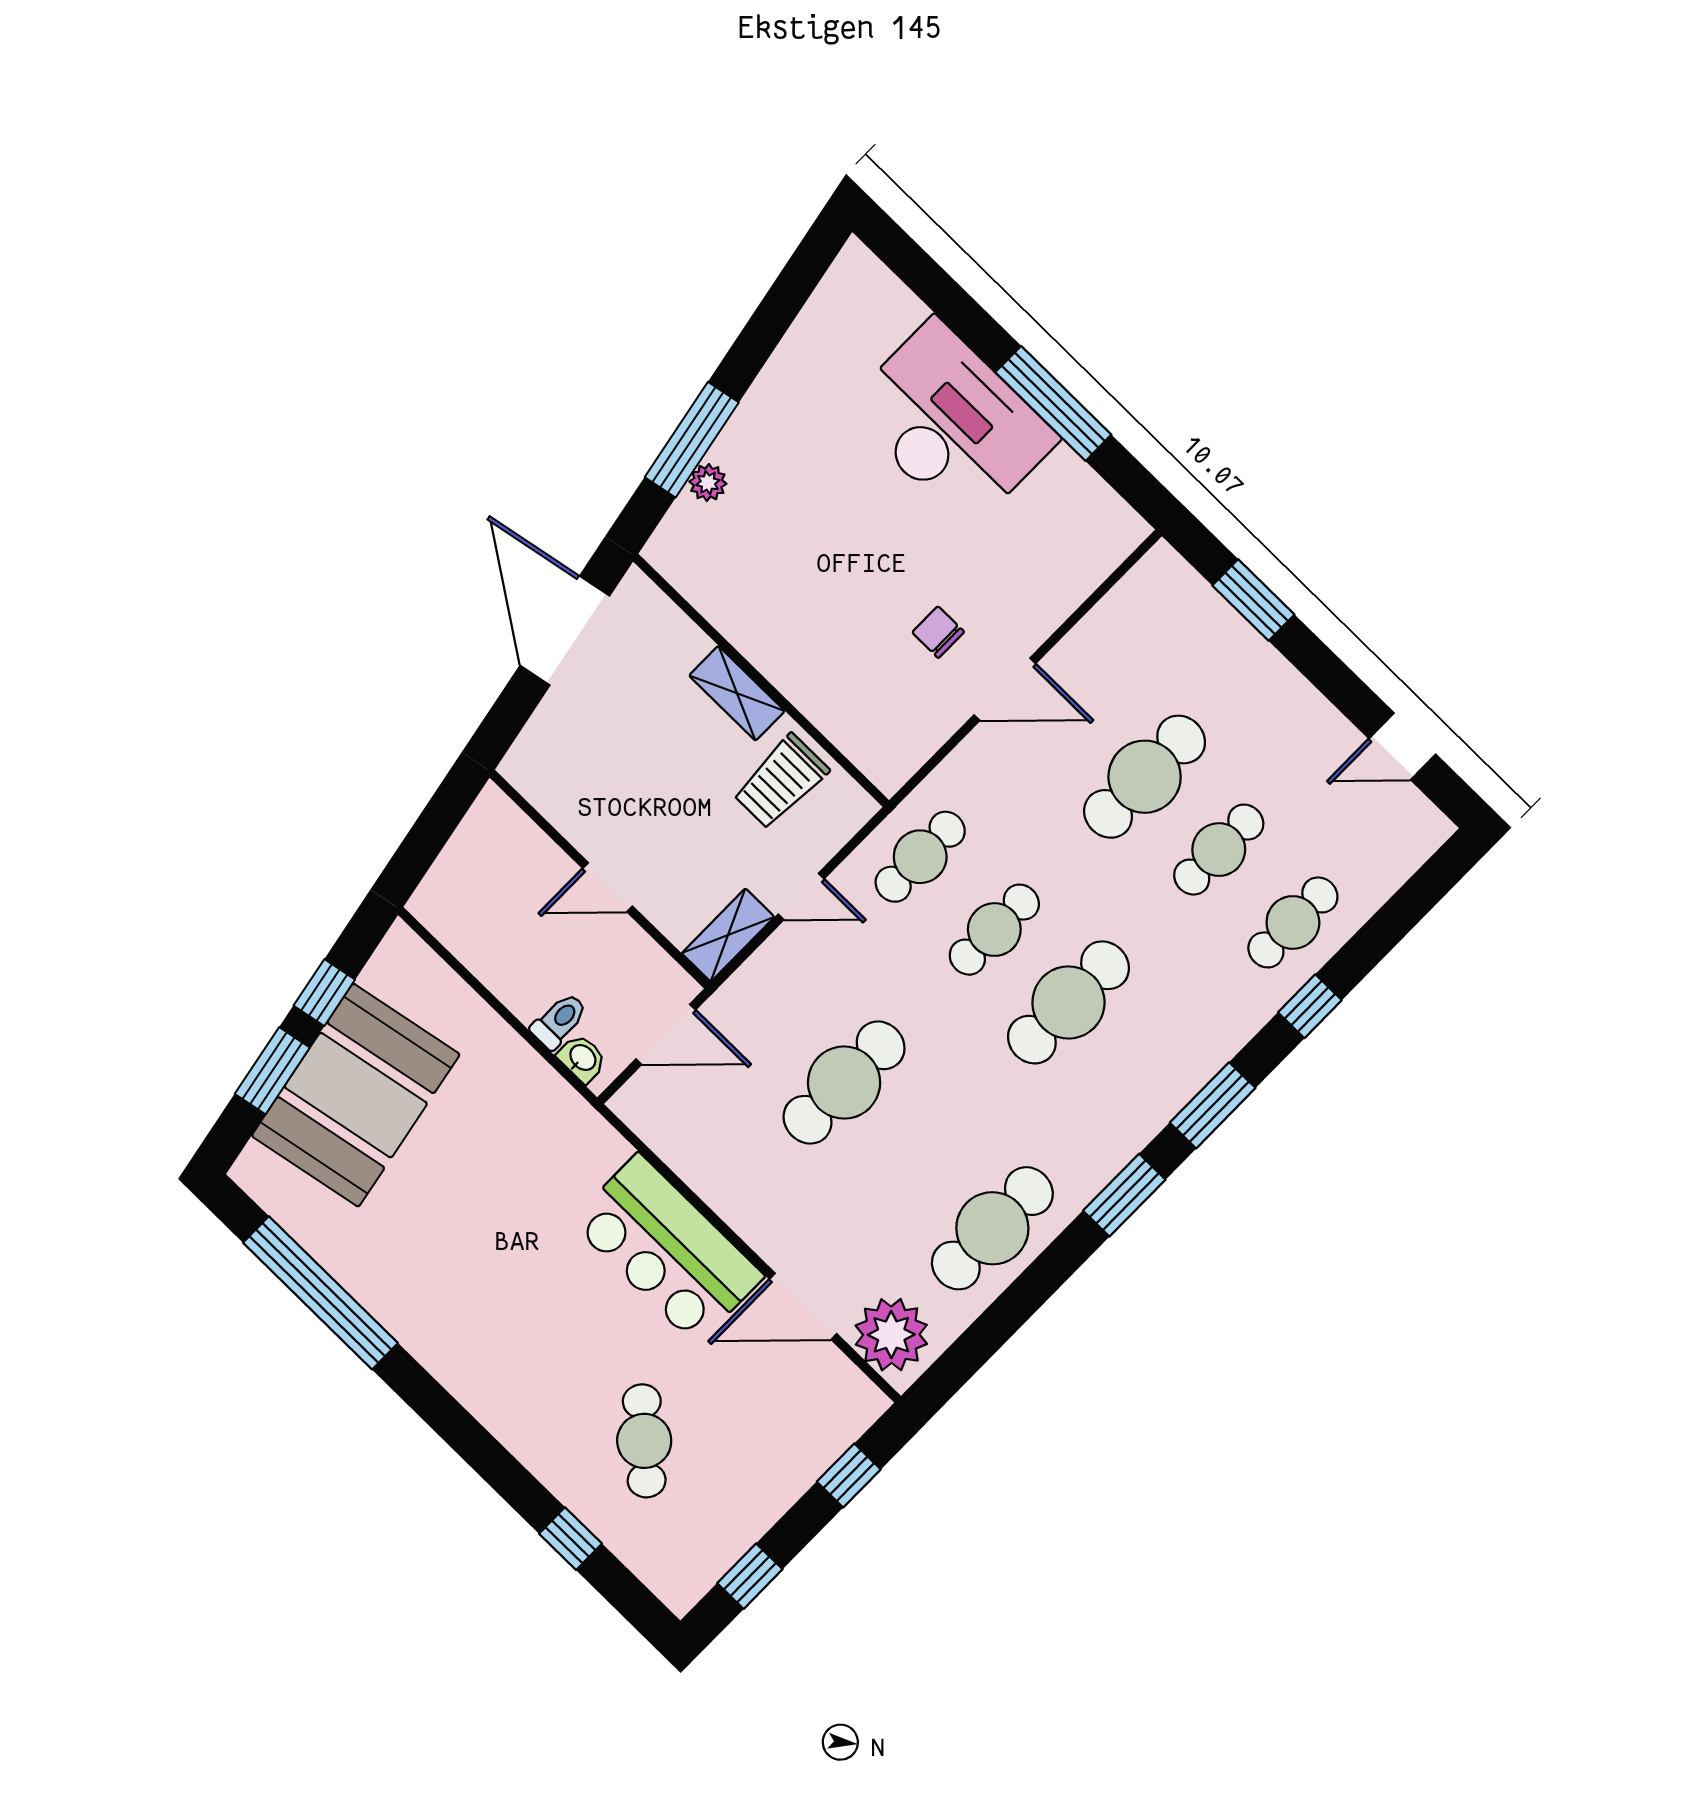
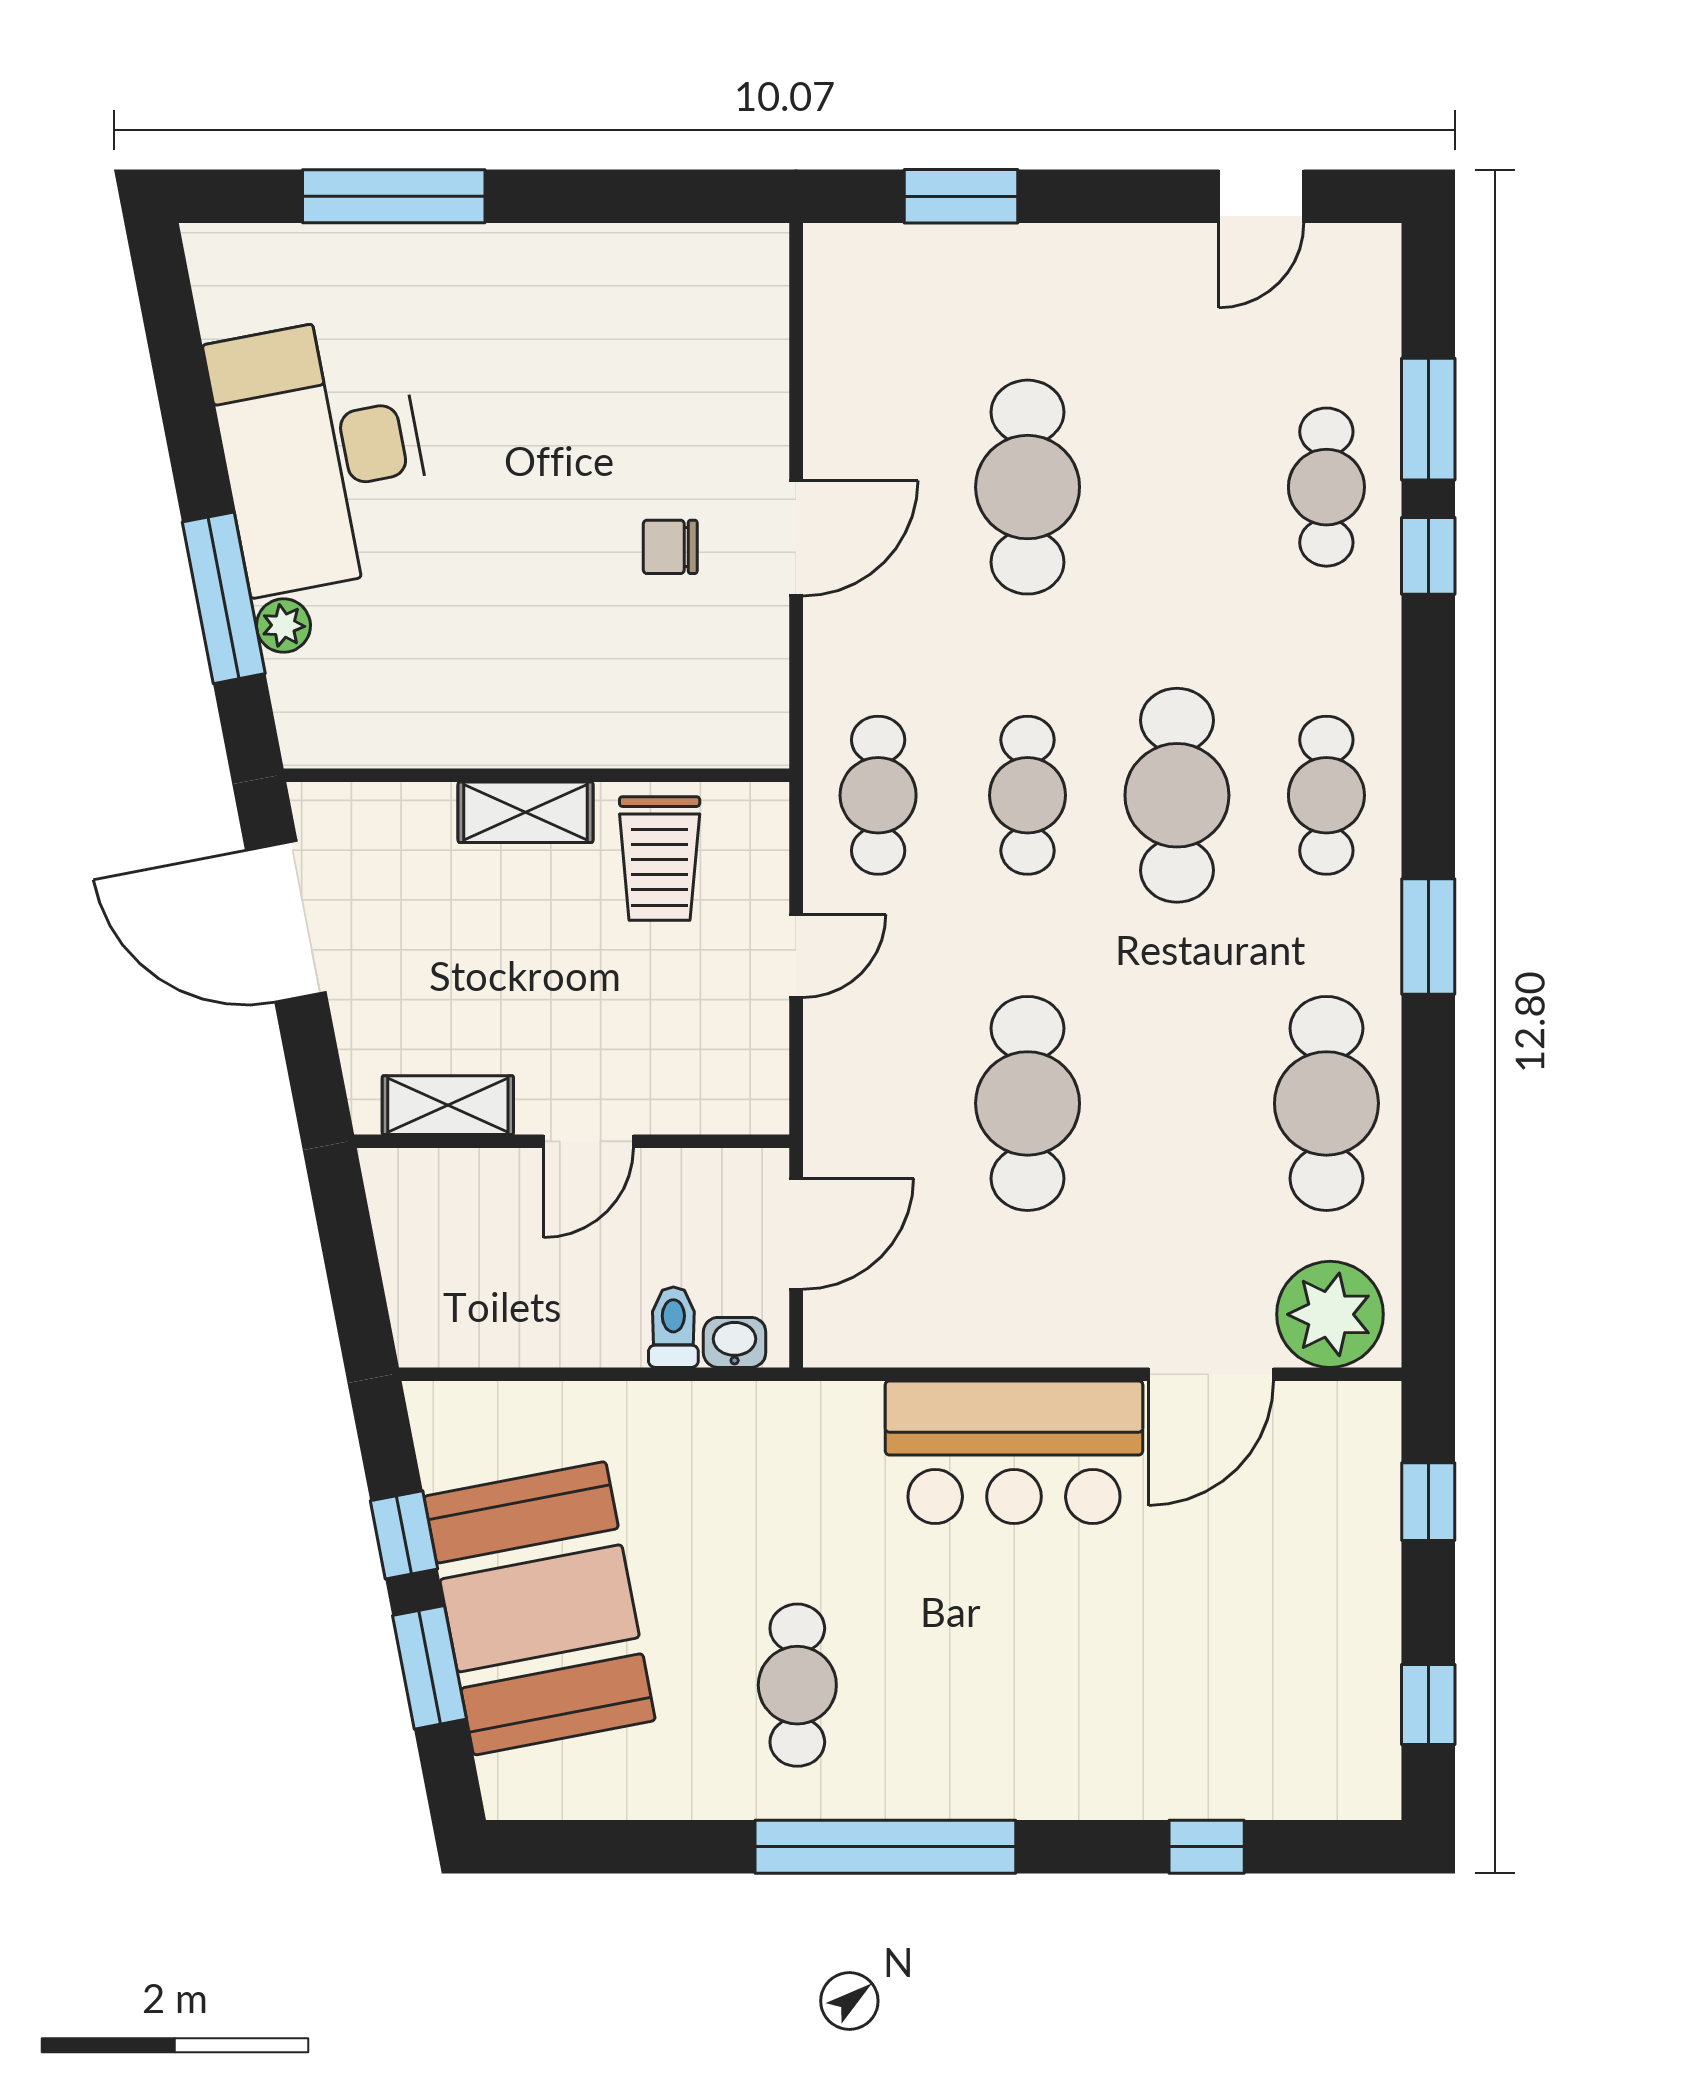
window: (1053, 403) -> (394, 196), moved
desk: (951, 424) -> (322, 454), moved, turned -101
cafe table: (1219, 850) -> (1326, 795), moved
shelving: (728, 935) -> (448, 1105), moved, turned 90
window: (1213, 1105) -> (1428, 419), moved
window: (320, 1293) -> (885, 1847), moved
cafe table: (644, 1441) -> (797, 1685), moved, turned 48

